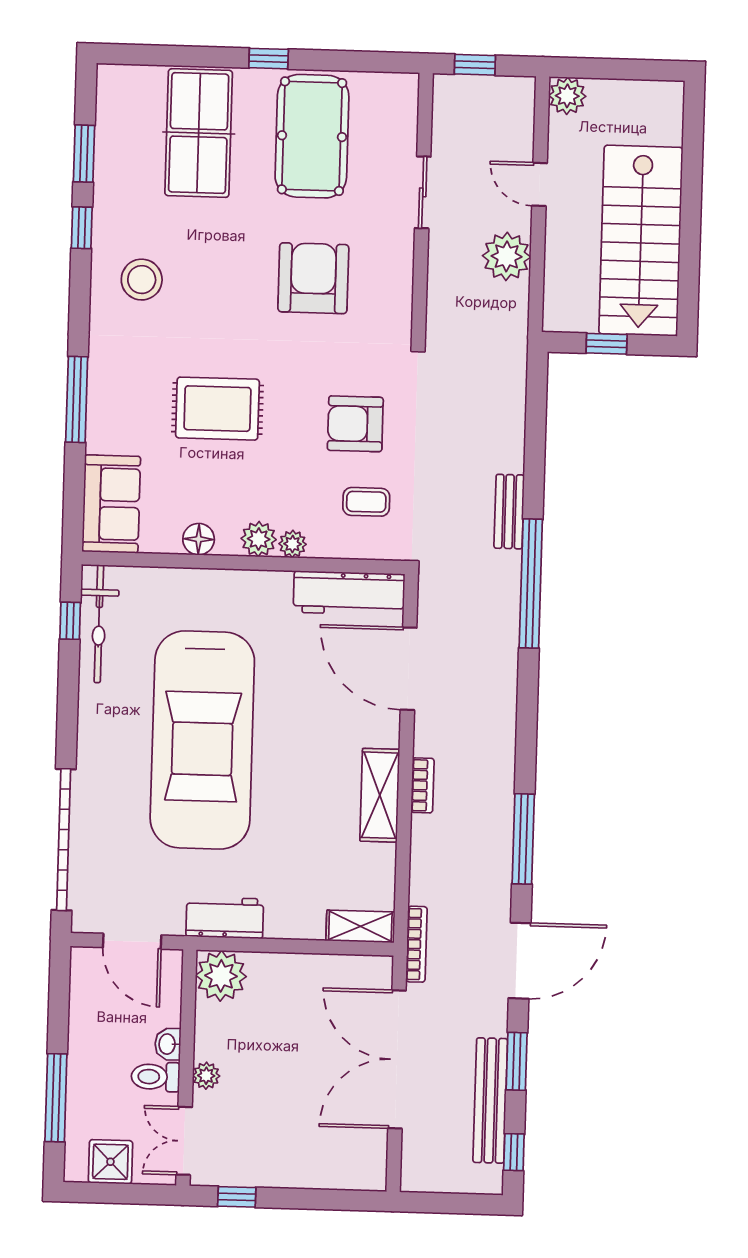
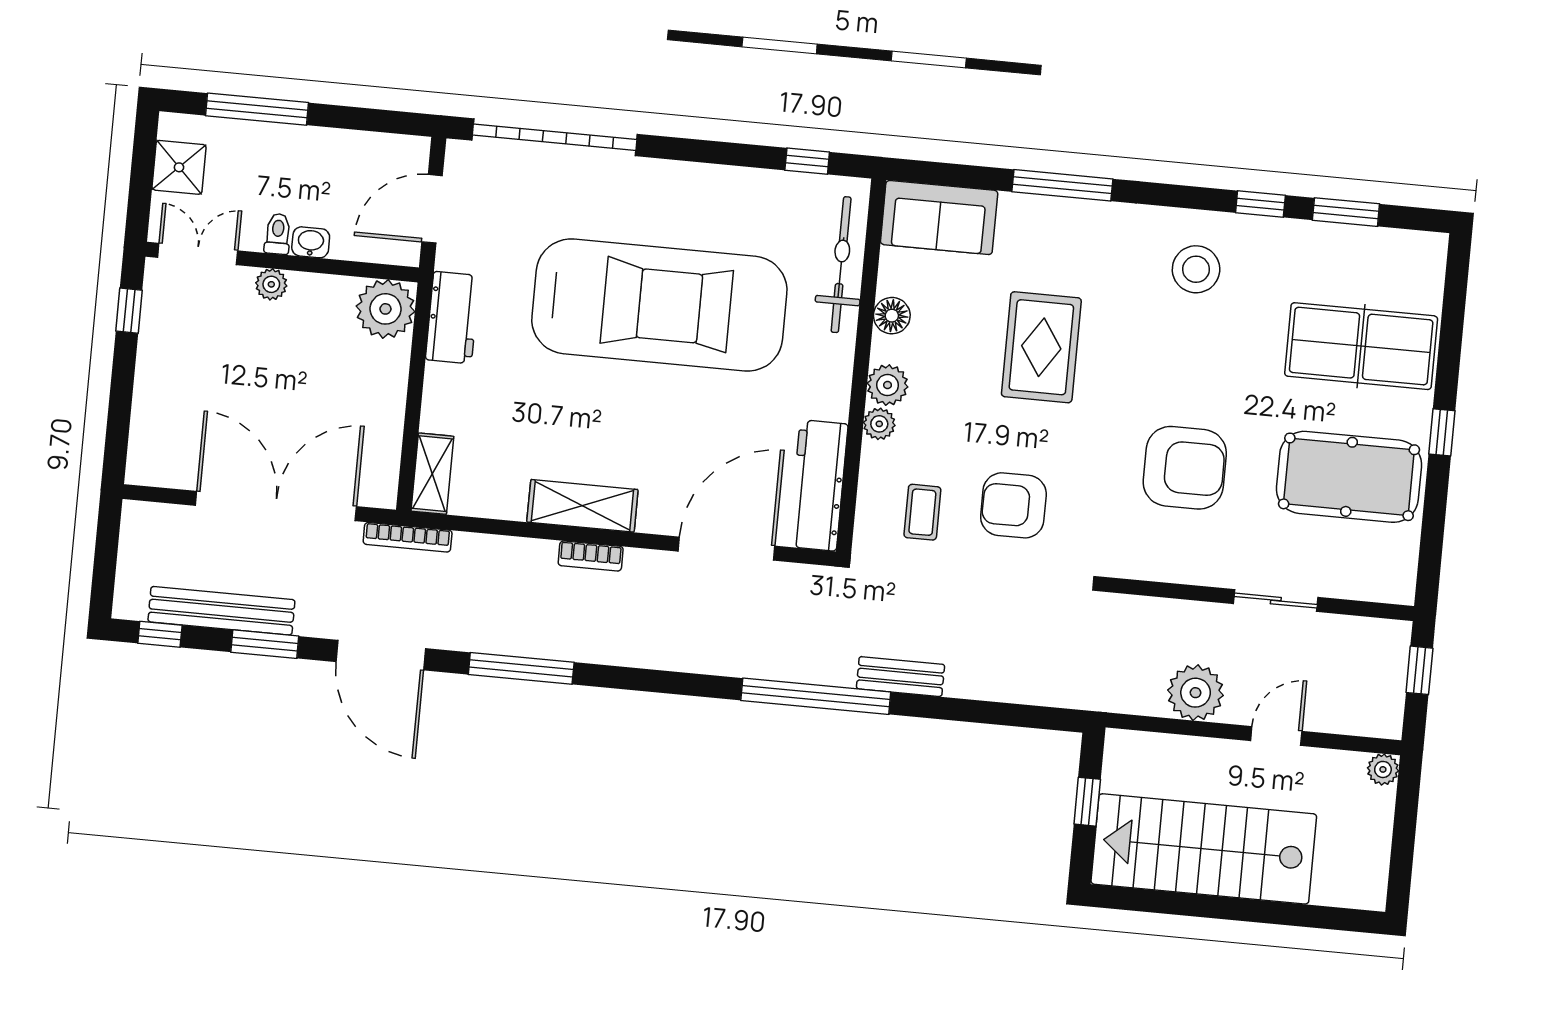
plant: (567, 96) -> (1383, 769), width x0.73, depth x0.73
armchair: (355, 424) -> (1013, 505), turned -90
bicycle: (99, 624) -> (841, 265), moved, turned 90
car: (202, 740) -> (659, 305), turned 180
toilet: (155, 1077) -> (278, 234), width x0.73, depth x0.72

